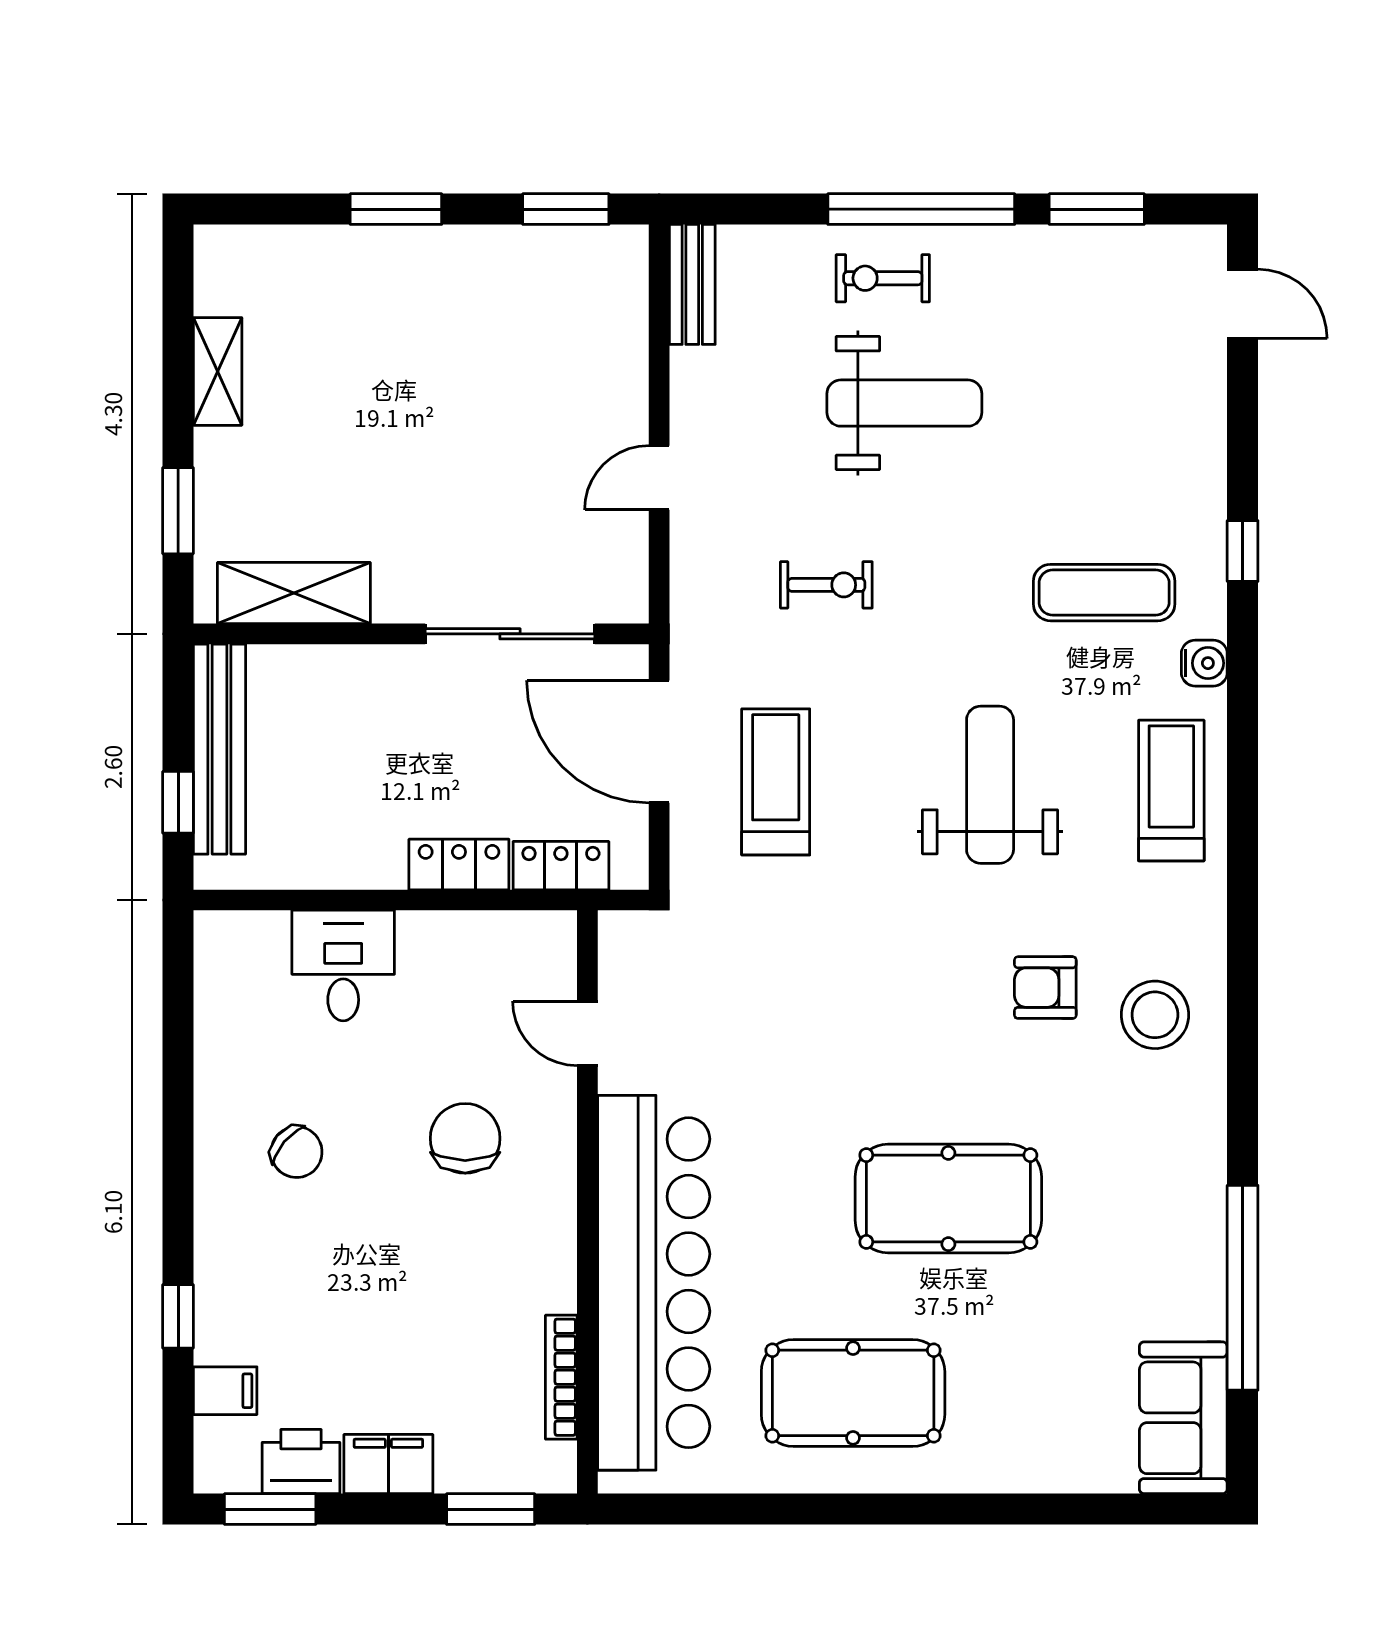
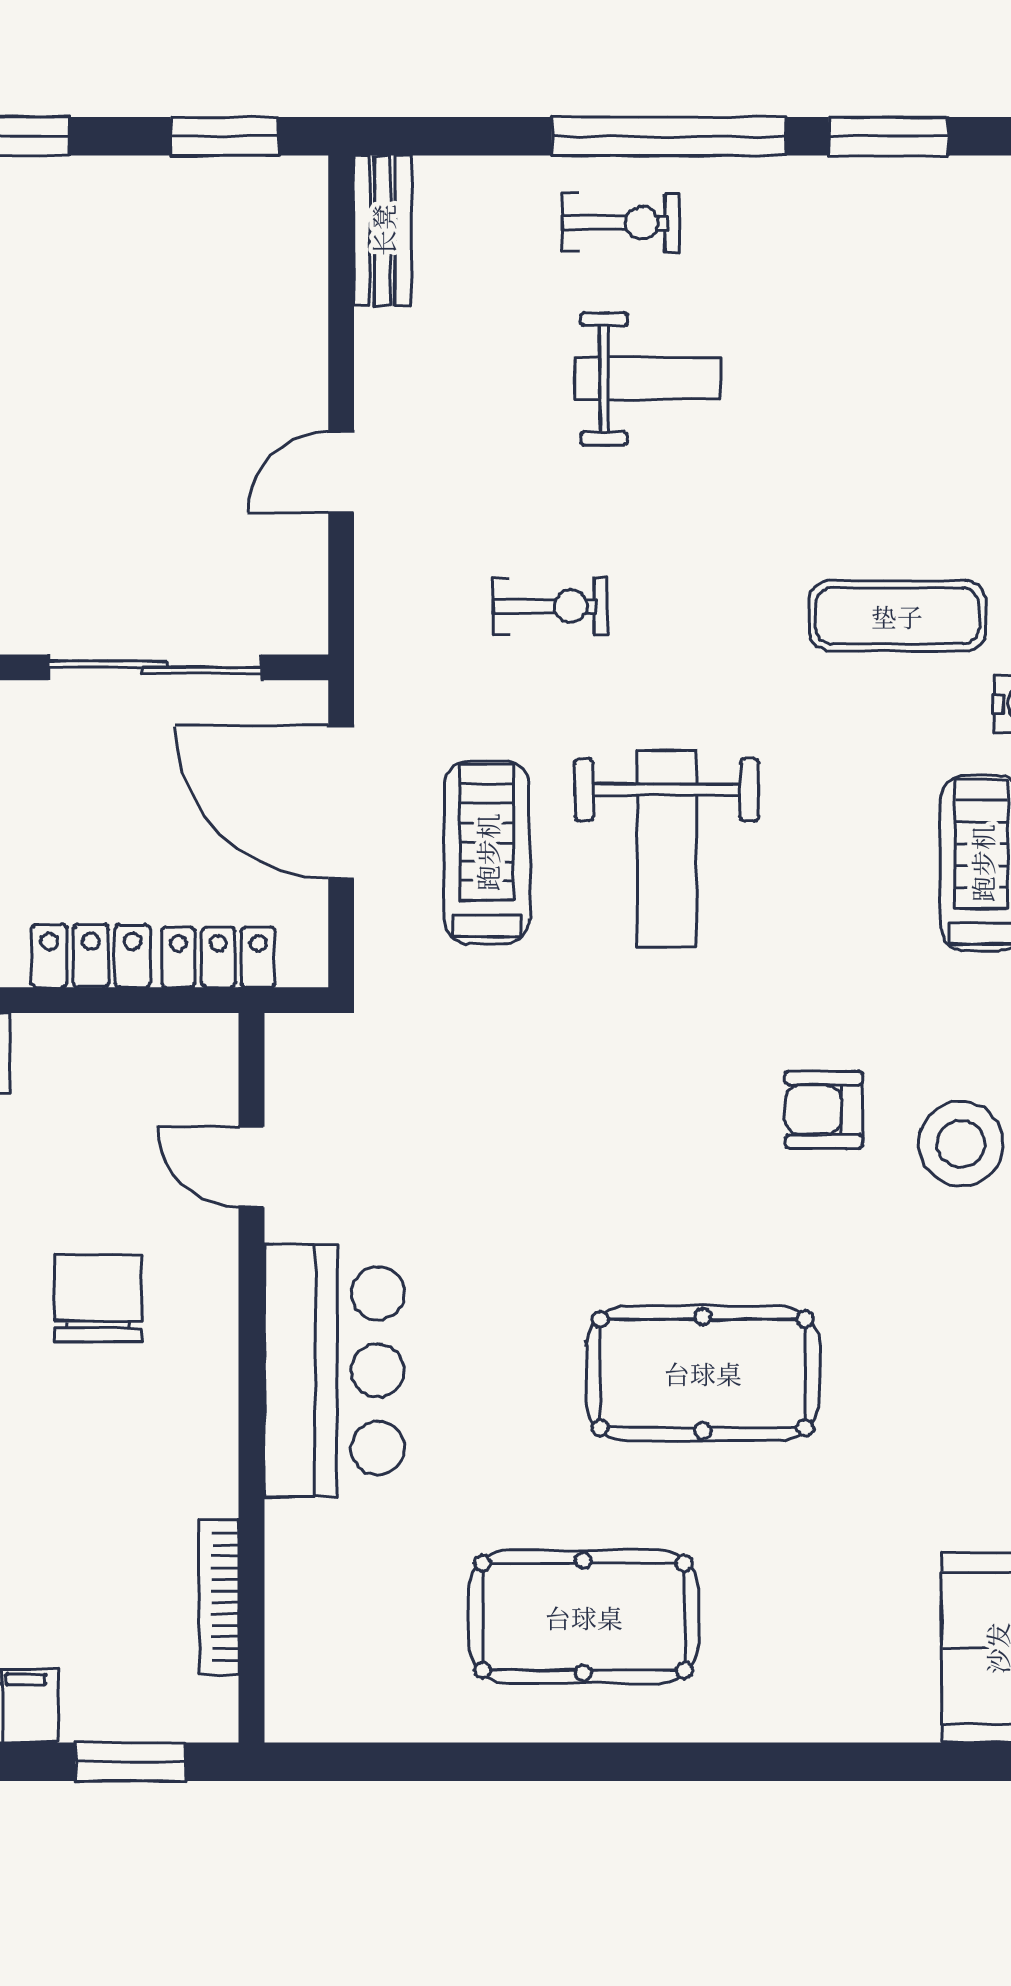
exercise bike: (883, 278) -> (621, 223), turned 180
weight bench: (904, 403) -> (648, 379), width x0.73, depth x0.75
weight bench: (990, 785) -> (667, 849), moved, turned 180
bar counter: (654, 1283) -> (334, 1371), width x0.54

